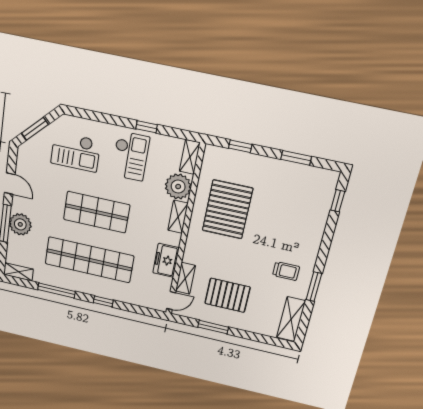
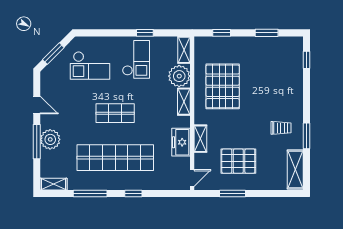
shop shelf: (97, 212) -> (115, 113), width x0.70, depth x0.74
shelving: (185, 278) -> (200, 139), moved

